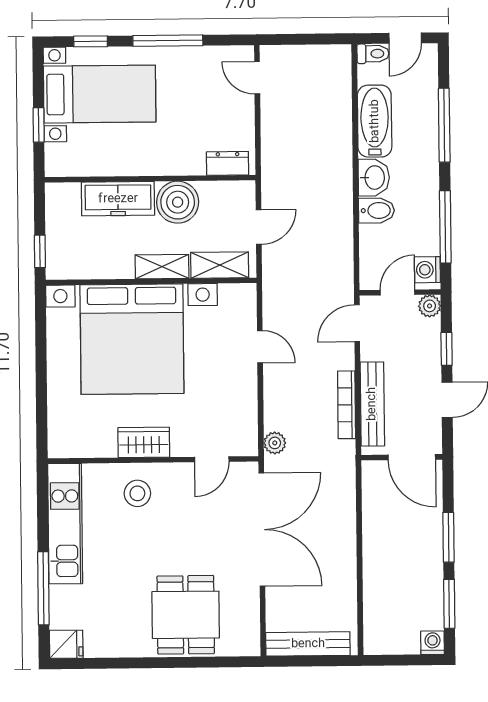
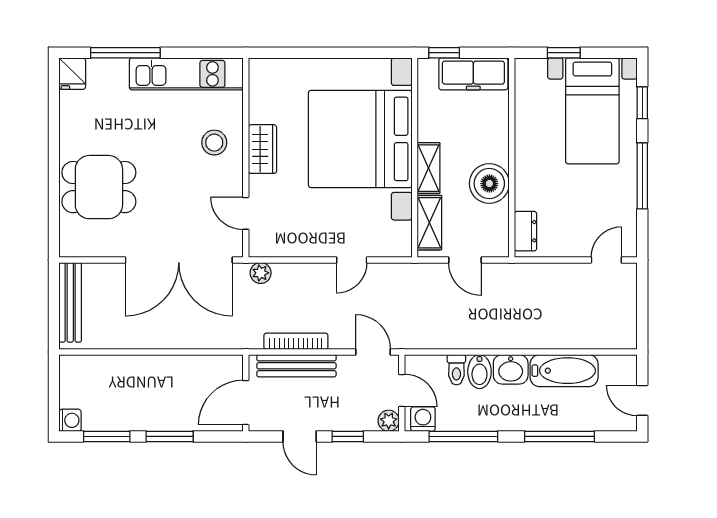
toilet: (373, 54) -> (456, 370), moved
freezer: (118, 199) -> (473, 74), moved, turned -90

